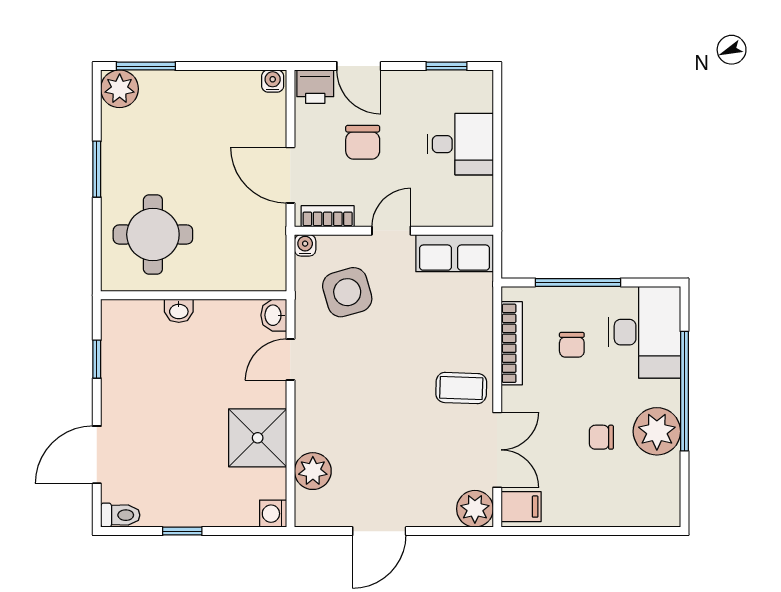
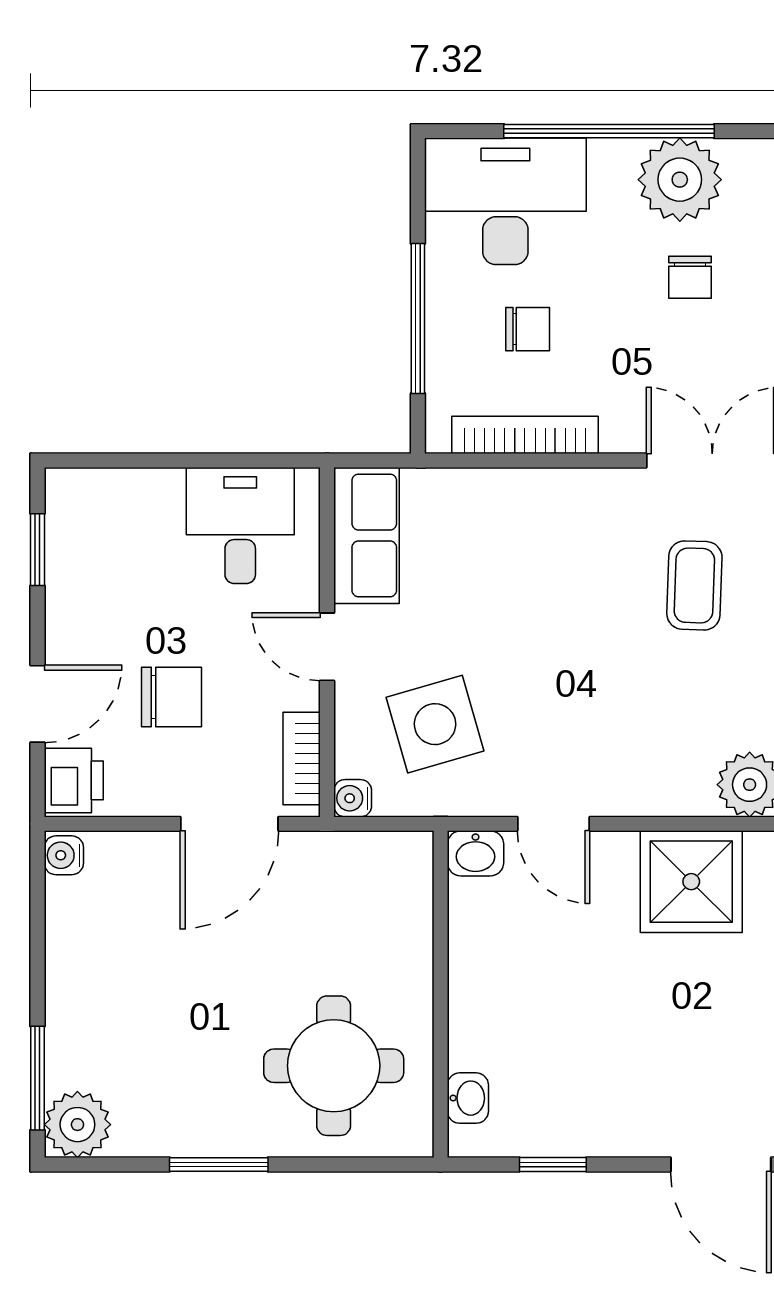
desk: (460, 144) -> (240, 525), moved
washbasin: (179, 311) -> (468, 1098), moved
coffee table: (461, 388) -> (694, 585), moved

